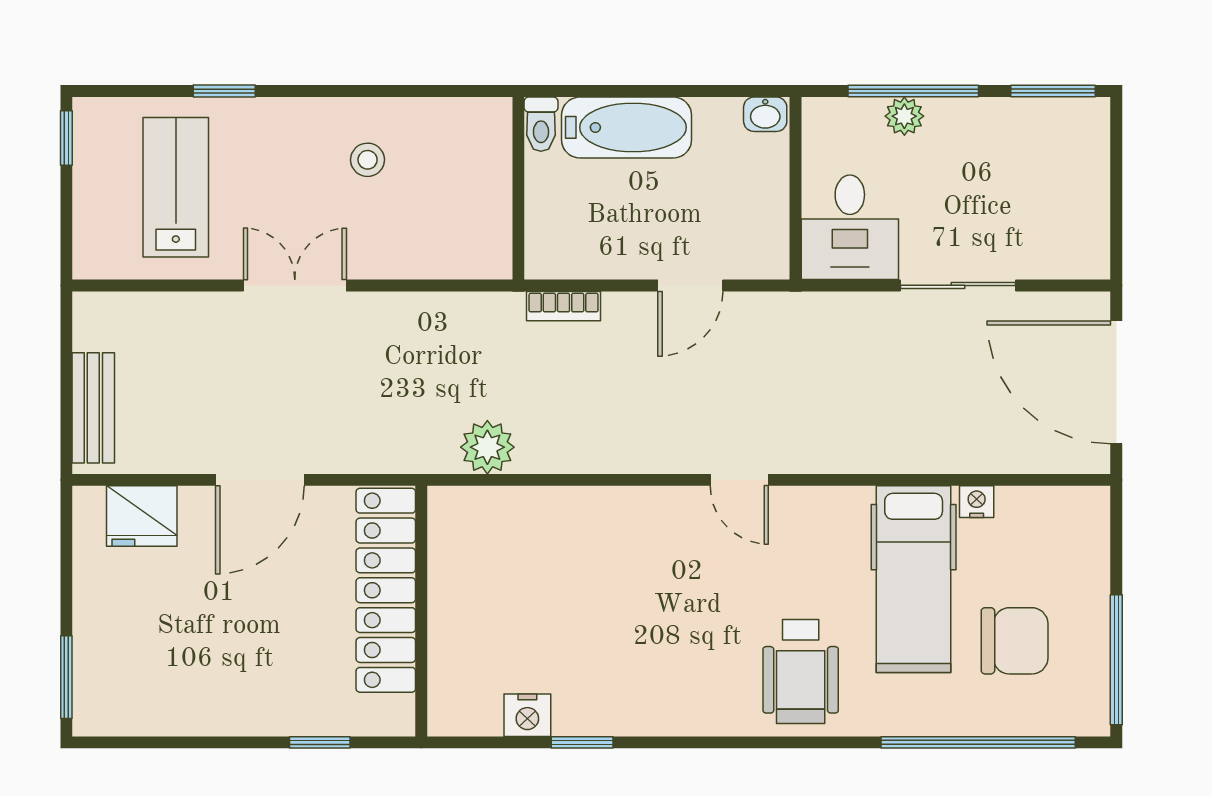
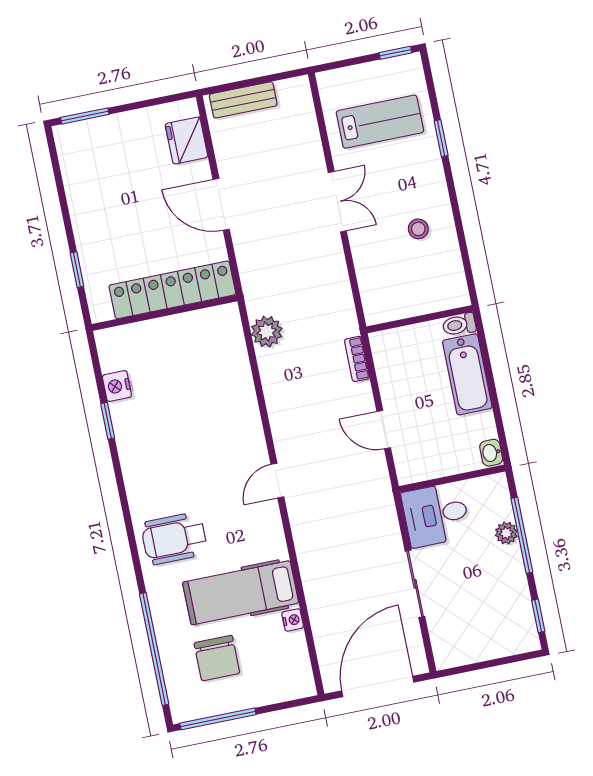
window: (1053, 91) -> (538, 616), width x0.67

